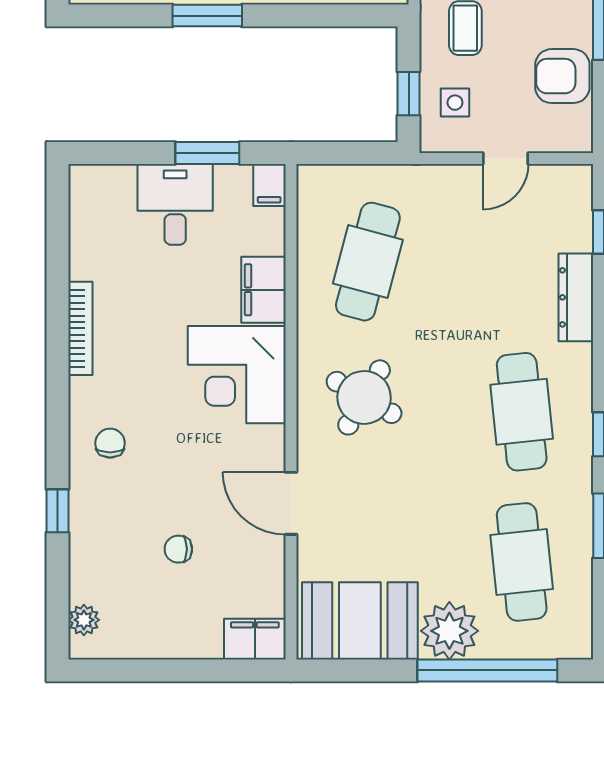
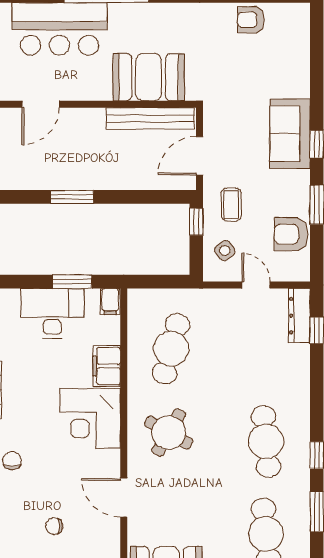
window: (409, 94) -> (196, 222), moved
side table: (455, 103) -> (225, 251), turned -38
door: (505, 158) -> (256, 285), swing flipped
desk: (175, 204) -> (52, 313), width x1.37
dresser: (576, 297) -> (299, 316), moved

